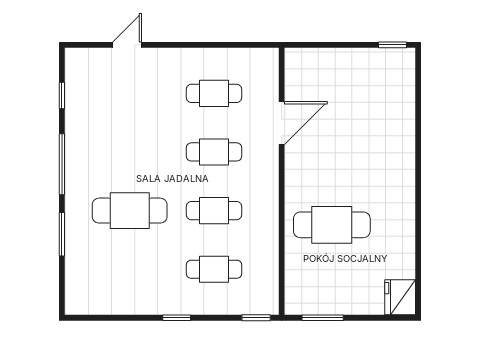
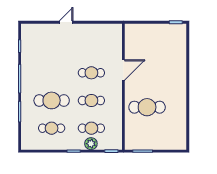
door: (127, 45) -> (66, 22), moved
cafe table: (214, 93) -> (52, 128), moved
door: (282, 123) -> (123, 70), moved
fridge: (400, 297) -> (179, 141), removed
plant: (213, 302) -> (91, 144), added

